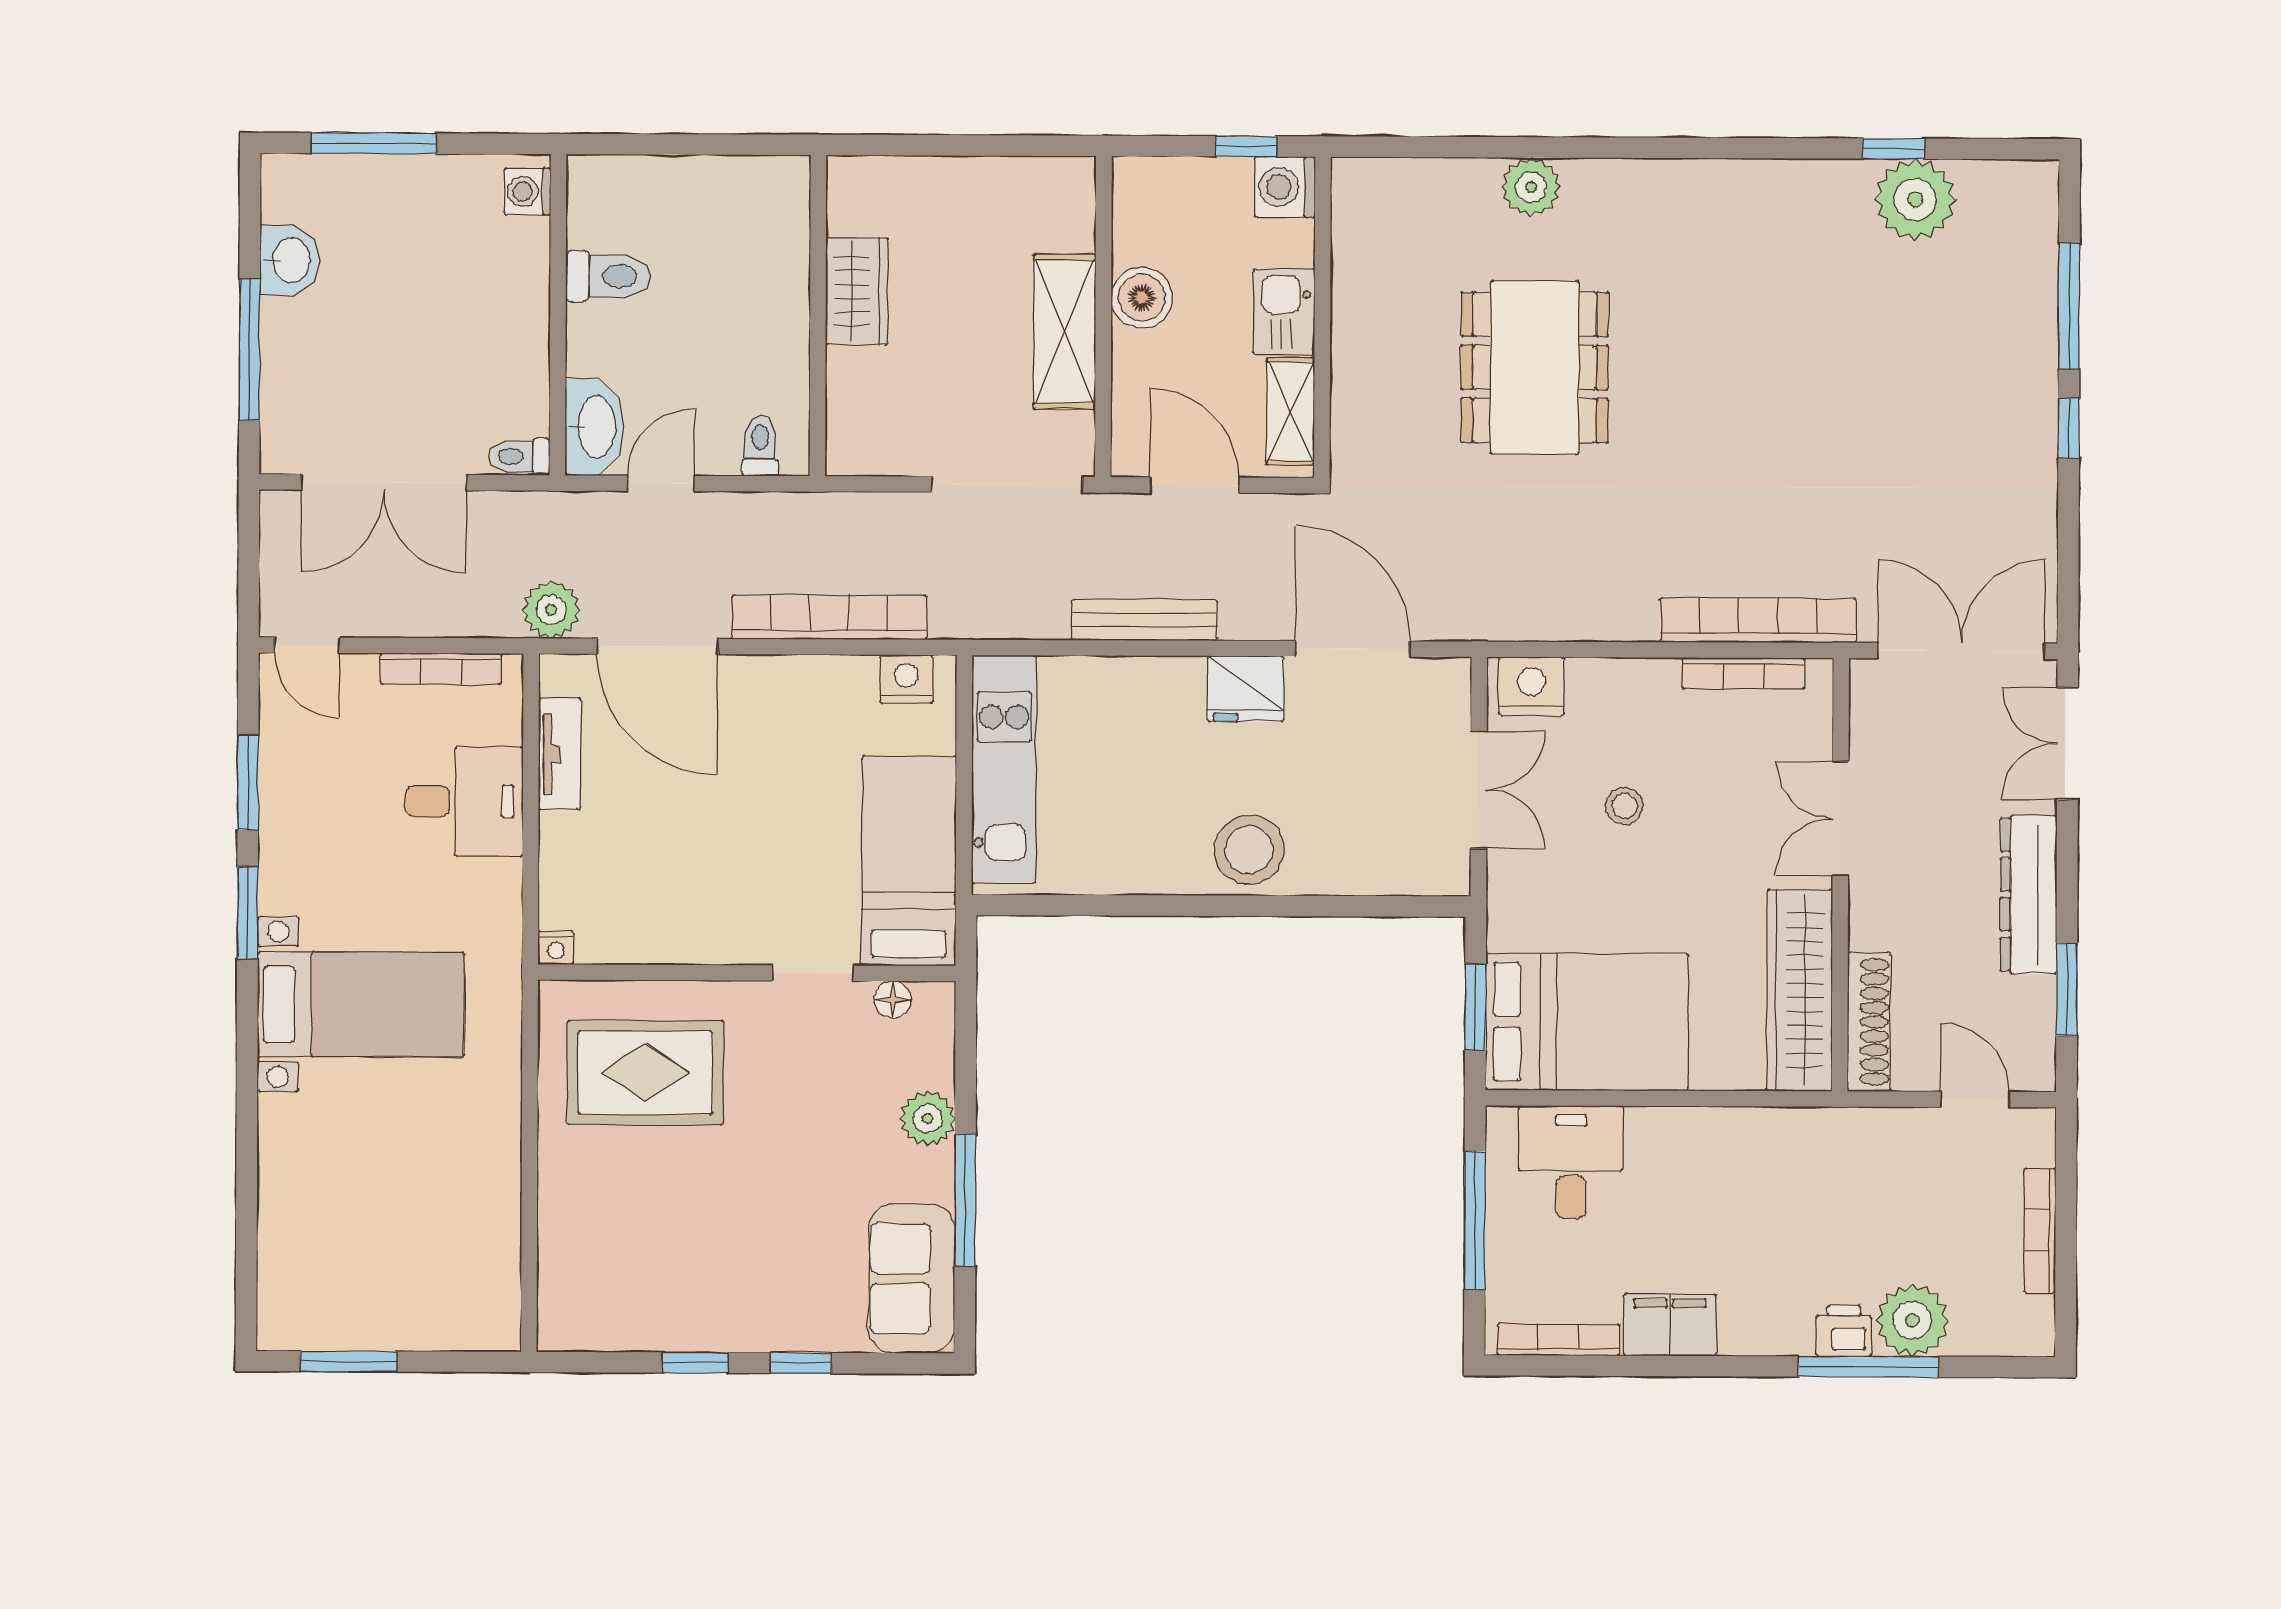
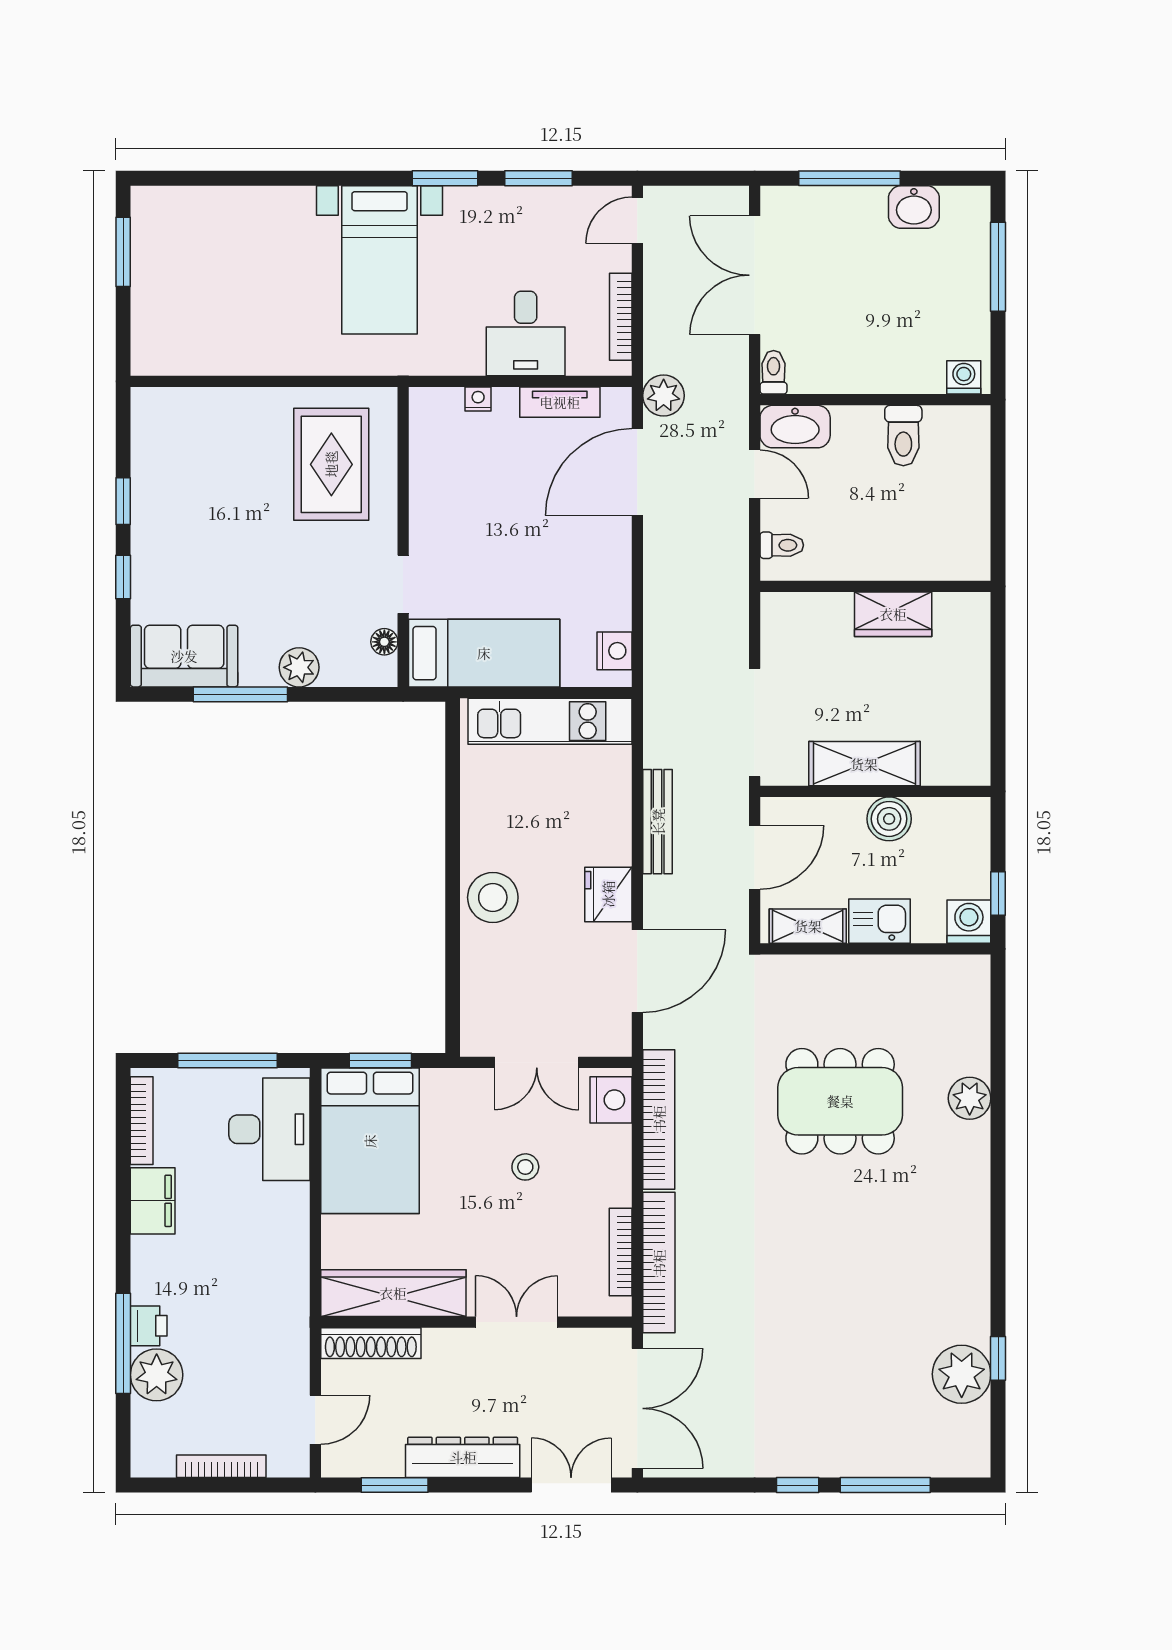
bookcase: (829, 617) -> (659, 1119), moved
nightstand: (556, 948) -> (478, 399), moved, turned 90
desk: (1571, 1162) -> (269, 1129), width x1.37

